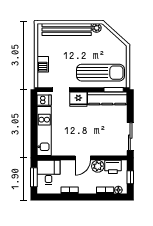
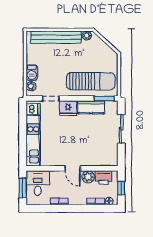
plant: (42, 78) -> (31, 86), added
kitchen counter: (107, 98) -> (91, 107), width x0.67
sliding door: (130, 137) -> (121, 129), moved
door: (83, 158) -> (73, 168), hinge flipped

